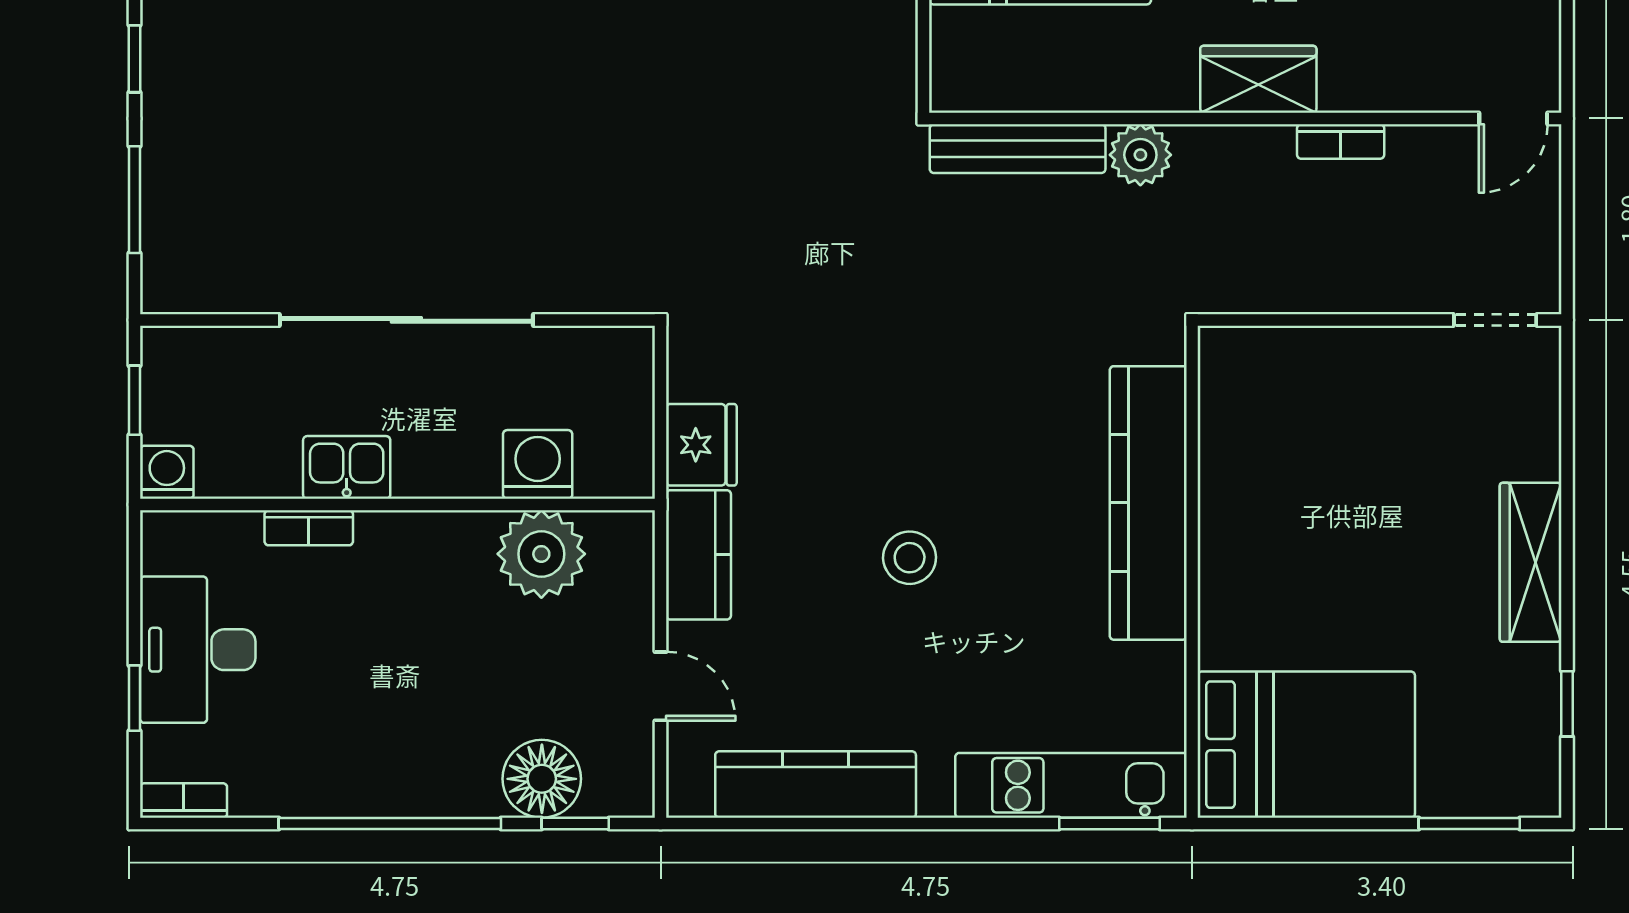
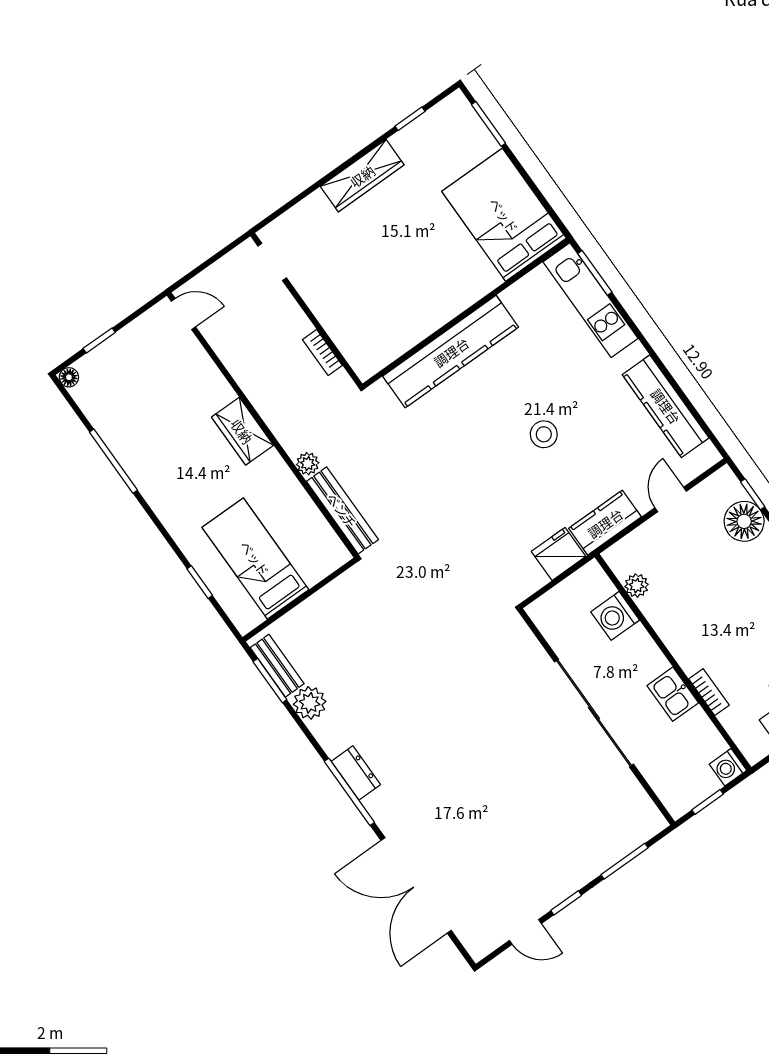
bookcase: (1341, 141) -> (322, 352), moved, turned 180
plant: (1140, 155) -> (308, 464), width x0.73, depth x0.73
plant: (541, 554) -> (637, 586), width x0.53, depth x0.53

